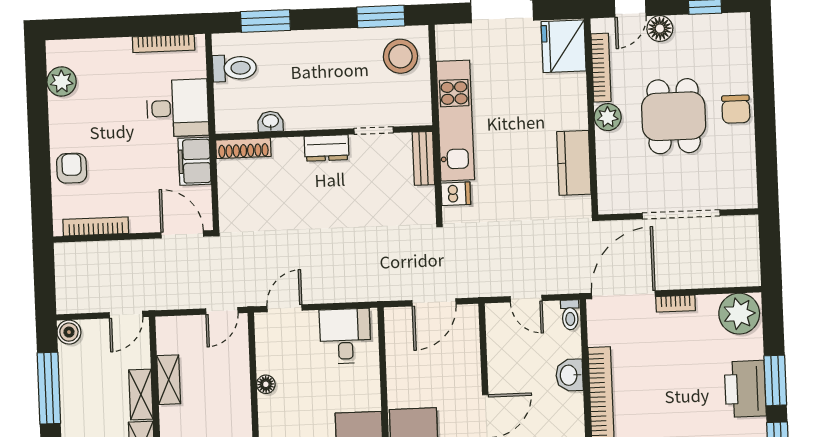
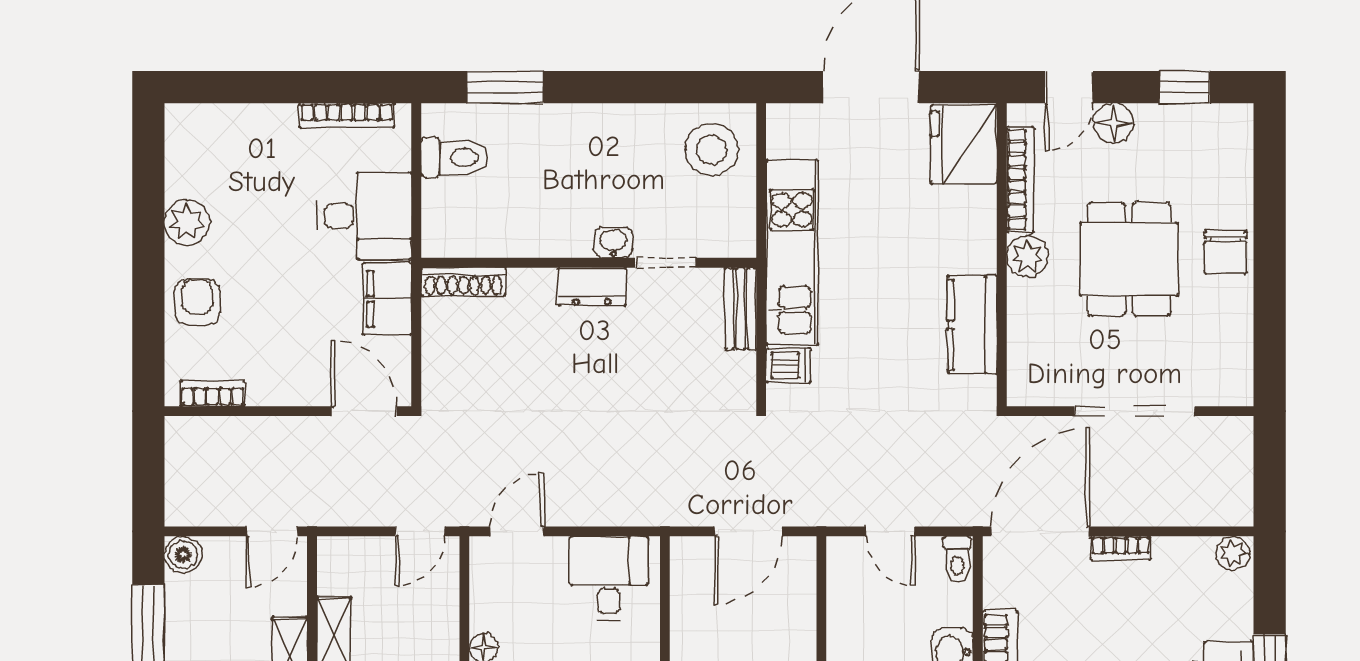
window: (381, 16) -> (684, 87), removed
plant: (62, 81) -> (187, 222), moved
washbasin: (270, 122) -> (613, 242), moved
bookcase: (96, 226) -> (213, 393), width x0.64
plant: (739, 314) -> (1233, 553), width x0.53, depth x0.53

